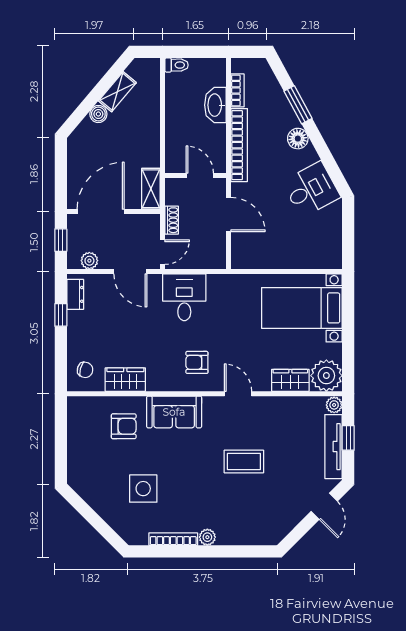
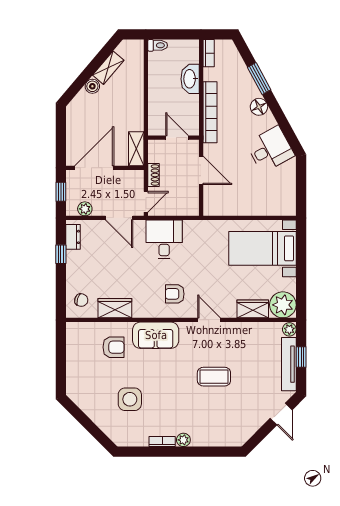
bookcase: (237, 90) -> (209, 53), moved
bookcase: (173, 539) -> (162, 442), width x0.64

